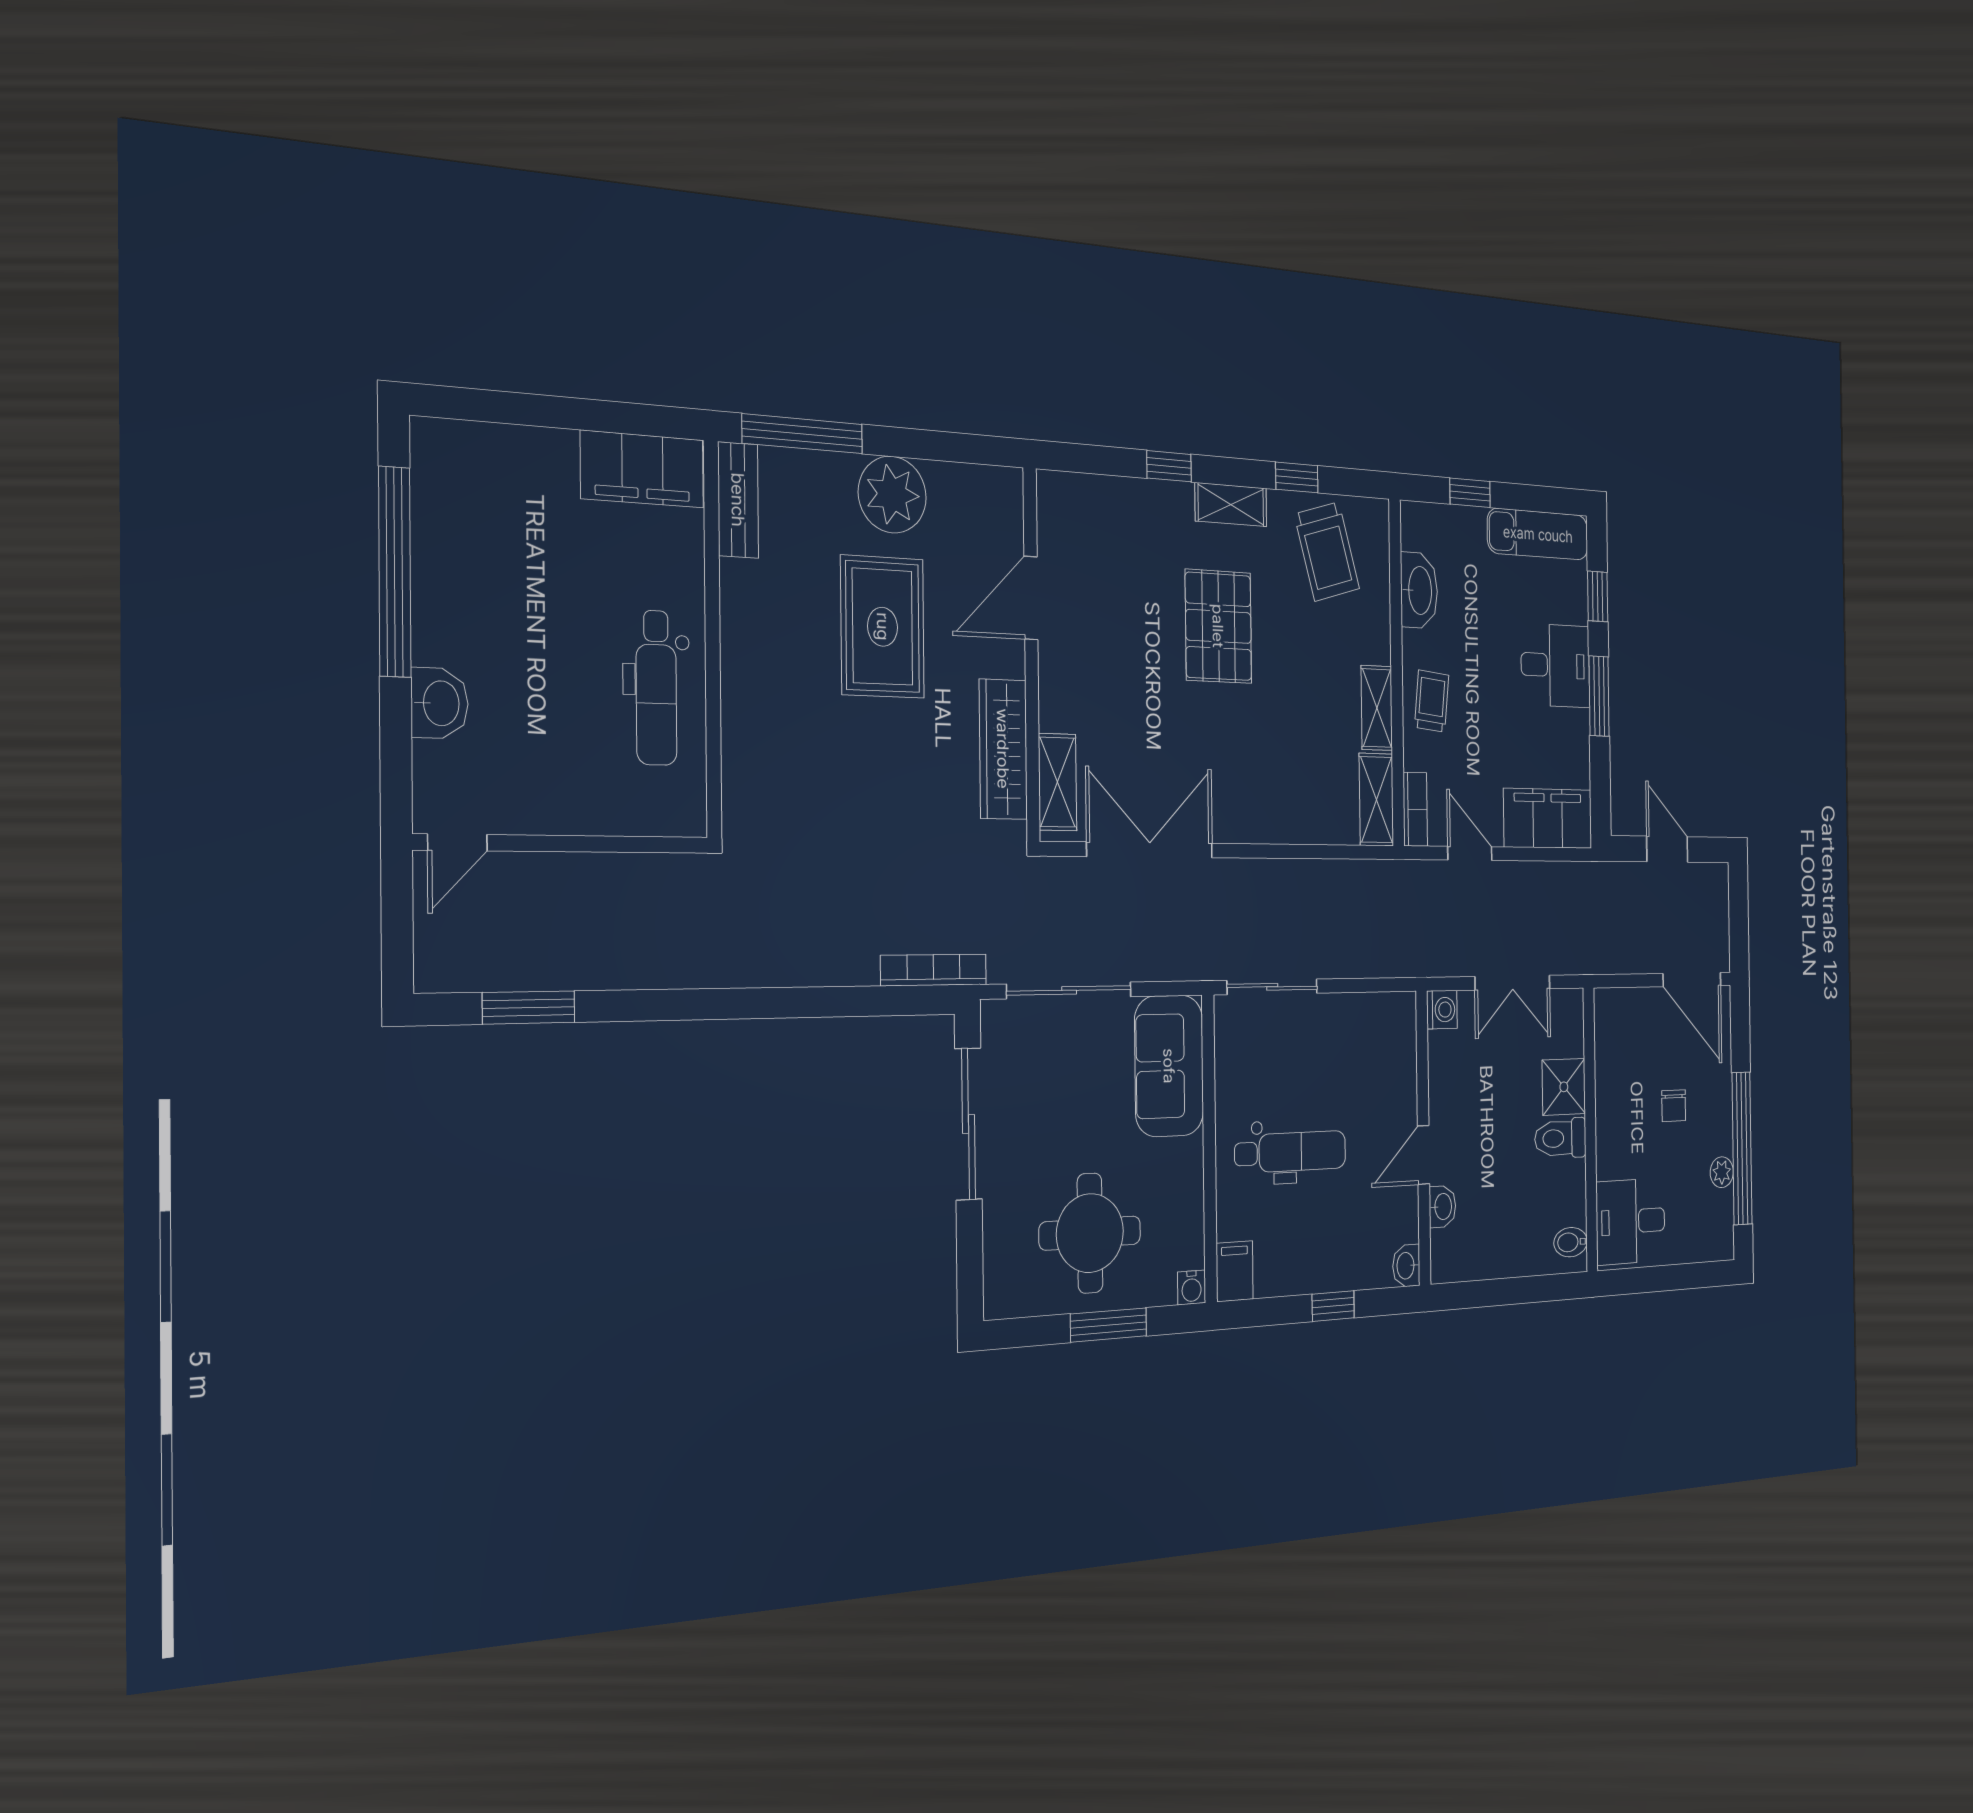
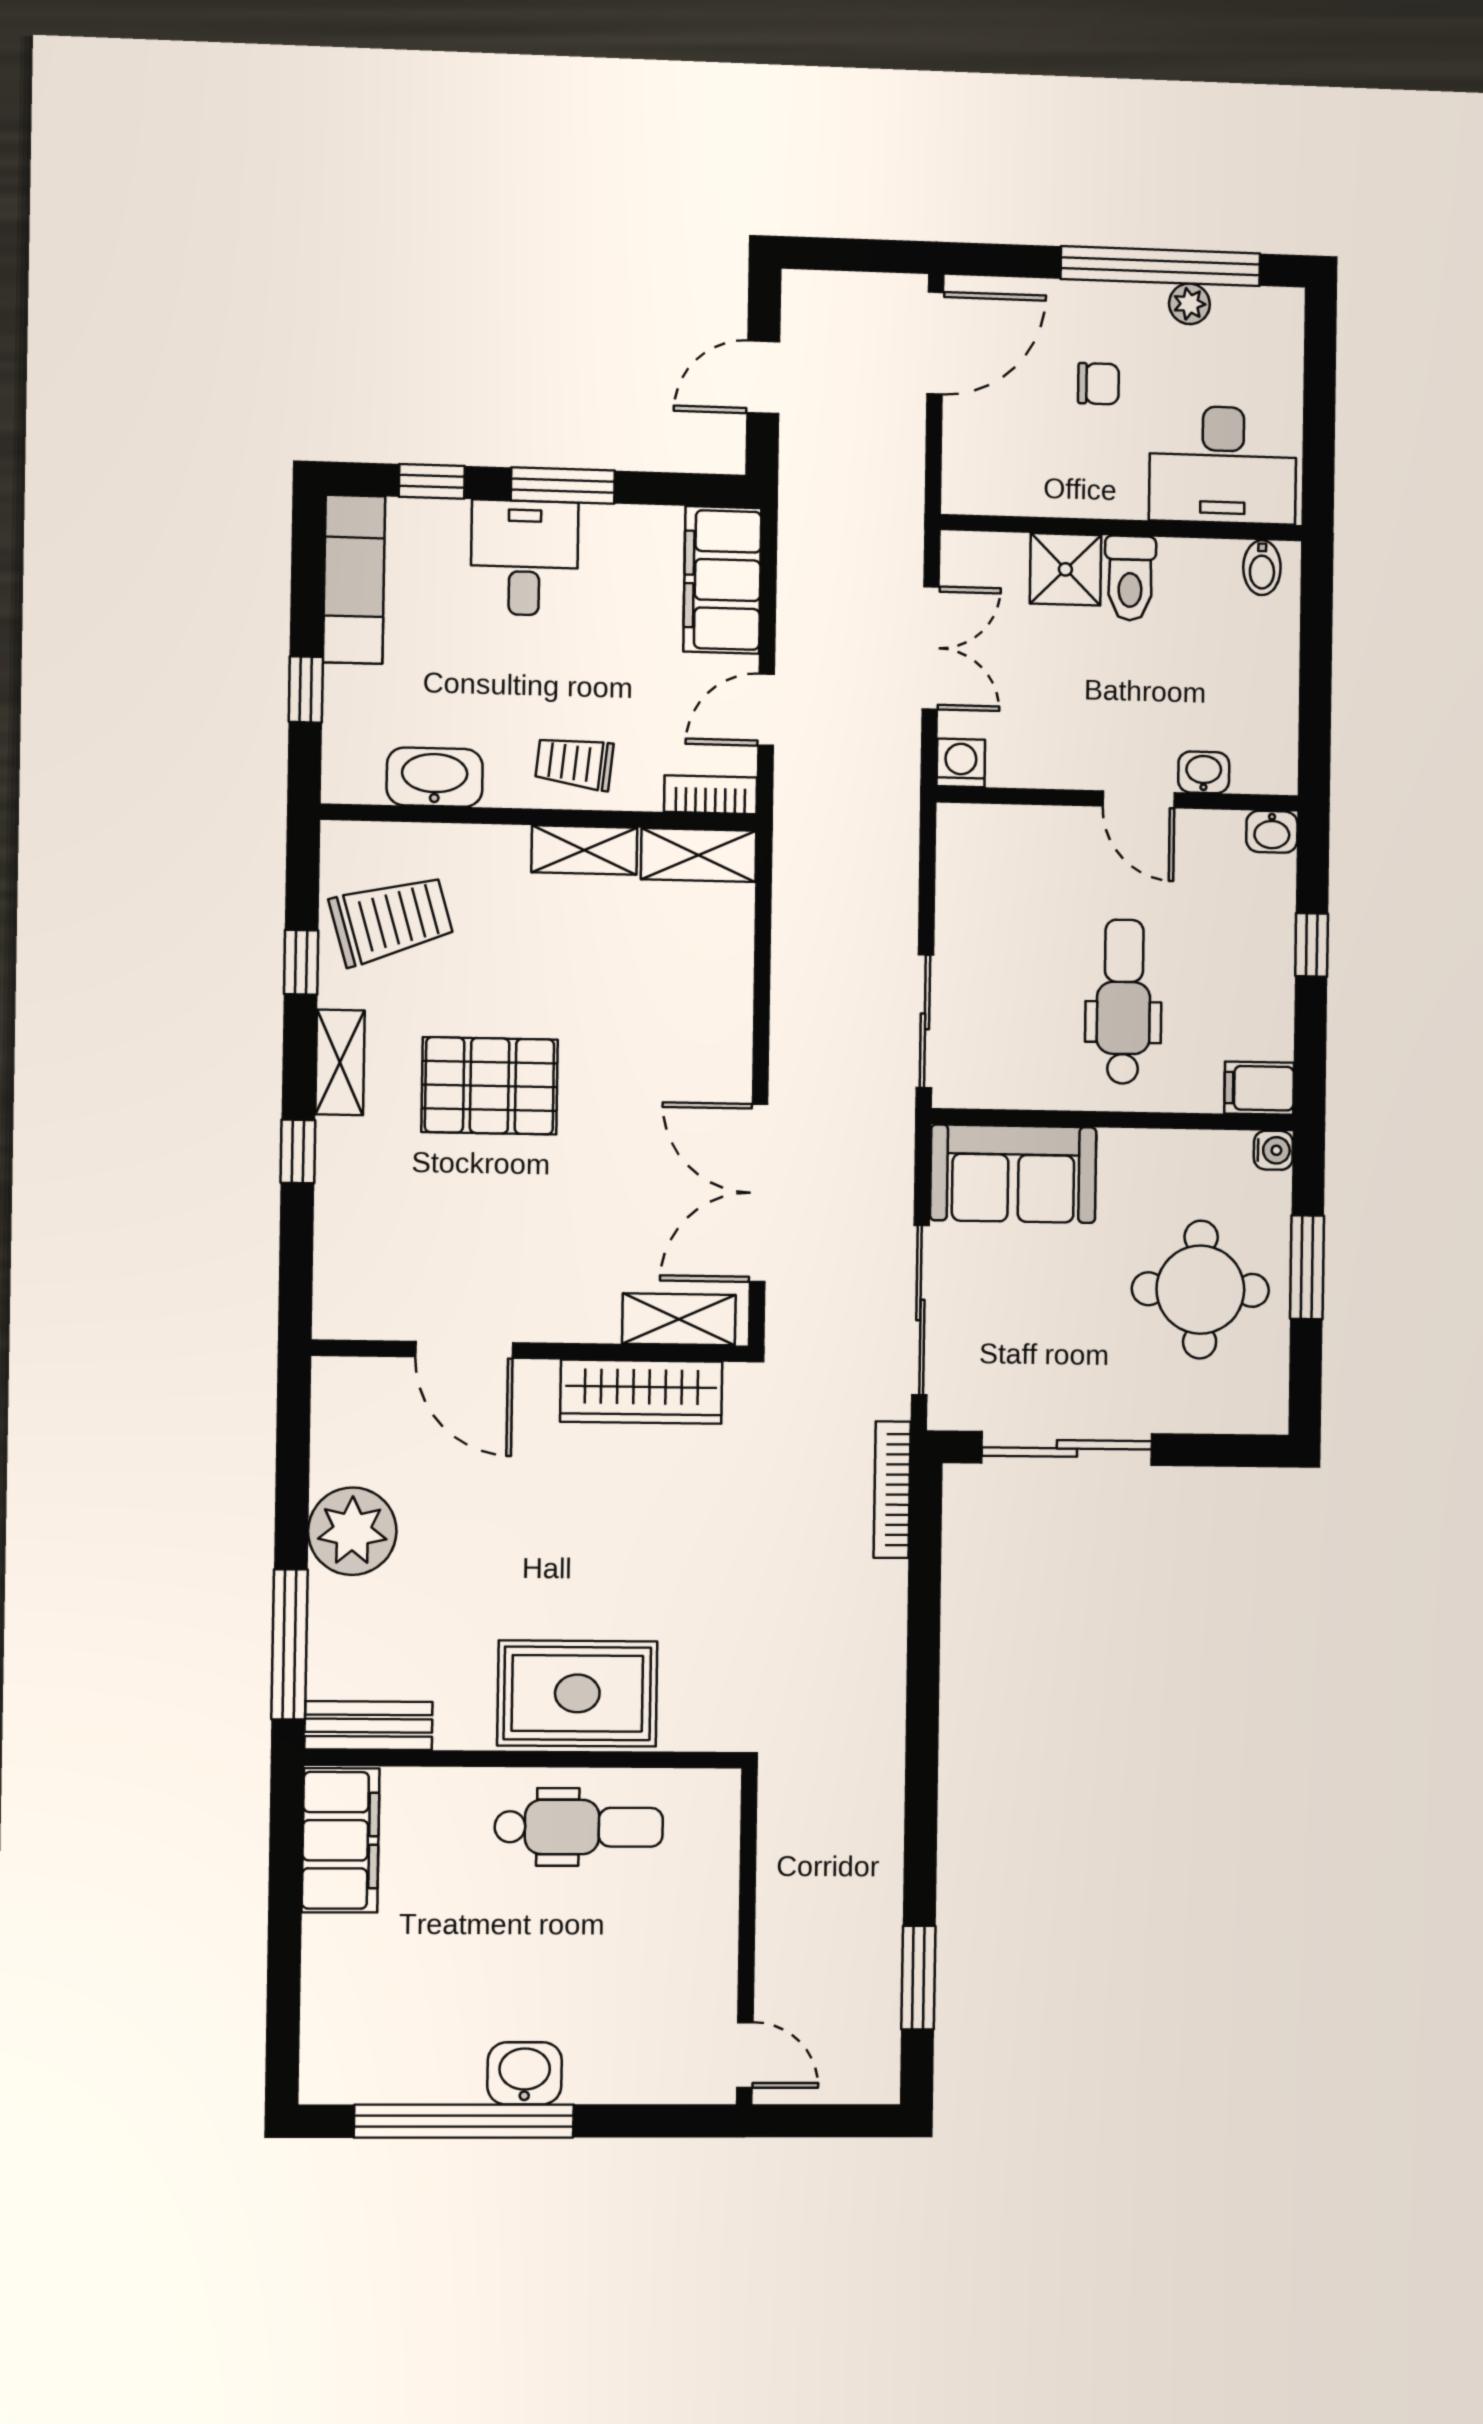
rug: (883, 627) -> (577, 1693), moved
washbasin: (440, 703) -> (525, 2073), moved
desk: (1631, 1221) -> (1223, 465), width x1.37

